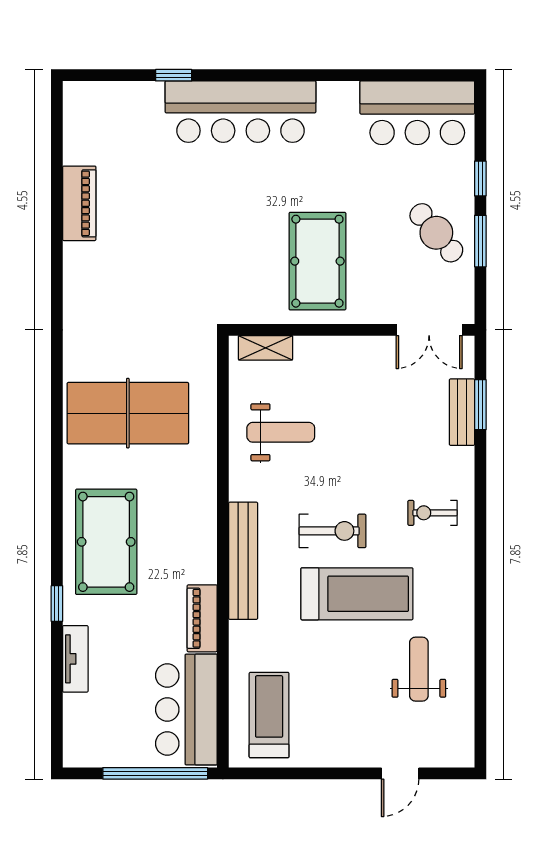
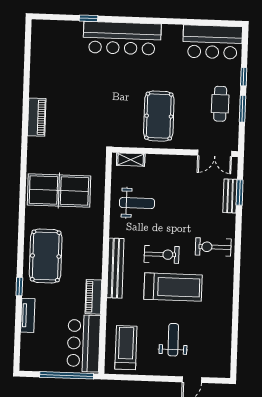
piano: (79, 203) -> (37, 117), moved
cafe table: (436, 233) -> (220, 104), turned 40
exercise bike: (433, 513) -> (213, 247), width x1.38, depth x1.39
weight bench: (419, 669) -> (173, 340), moved

